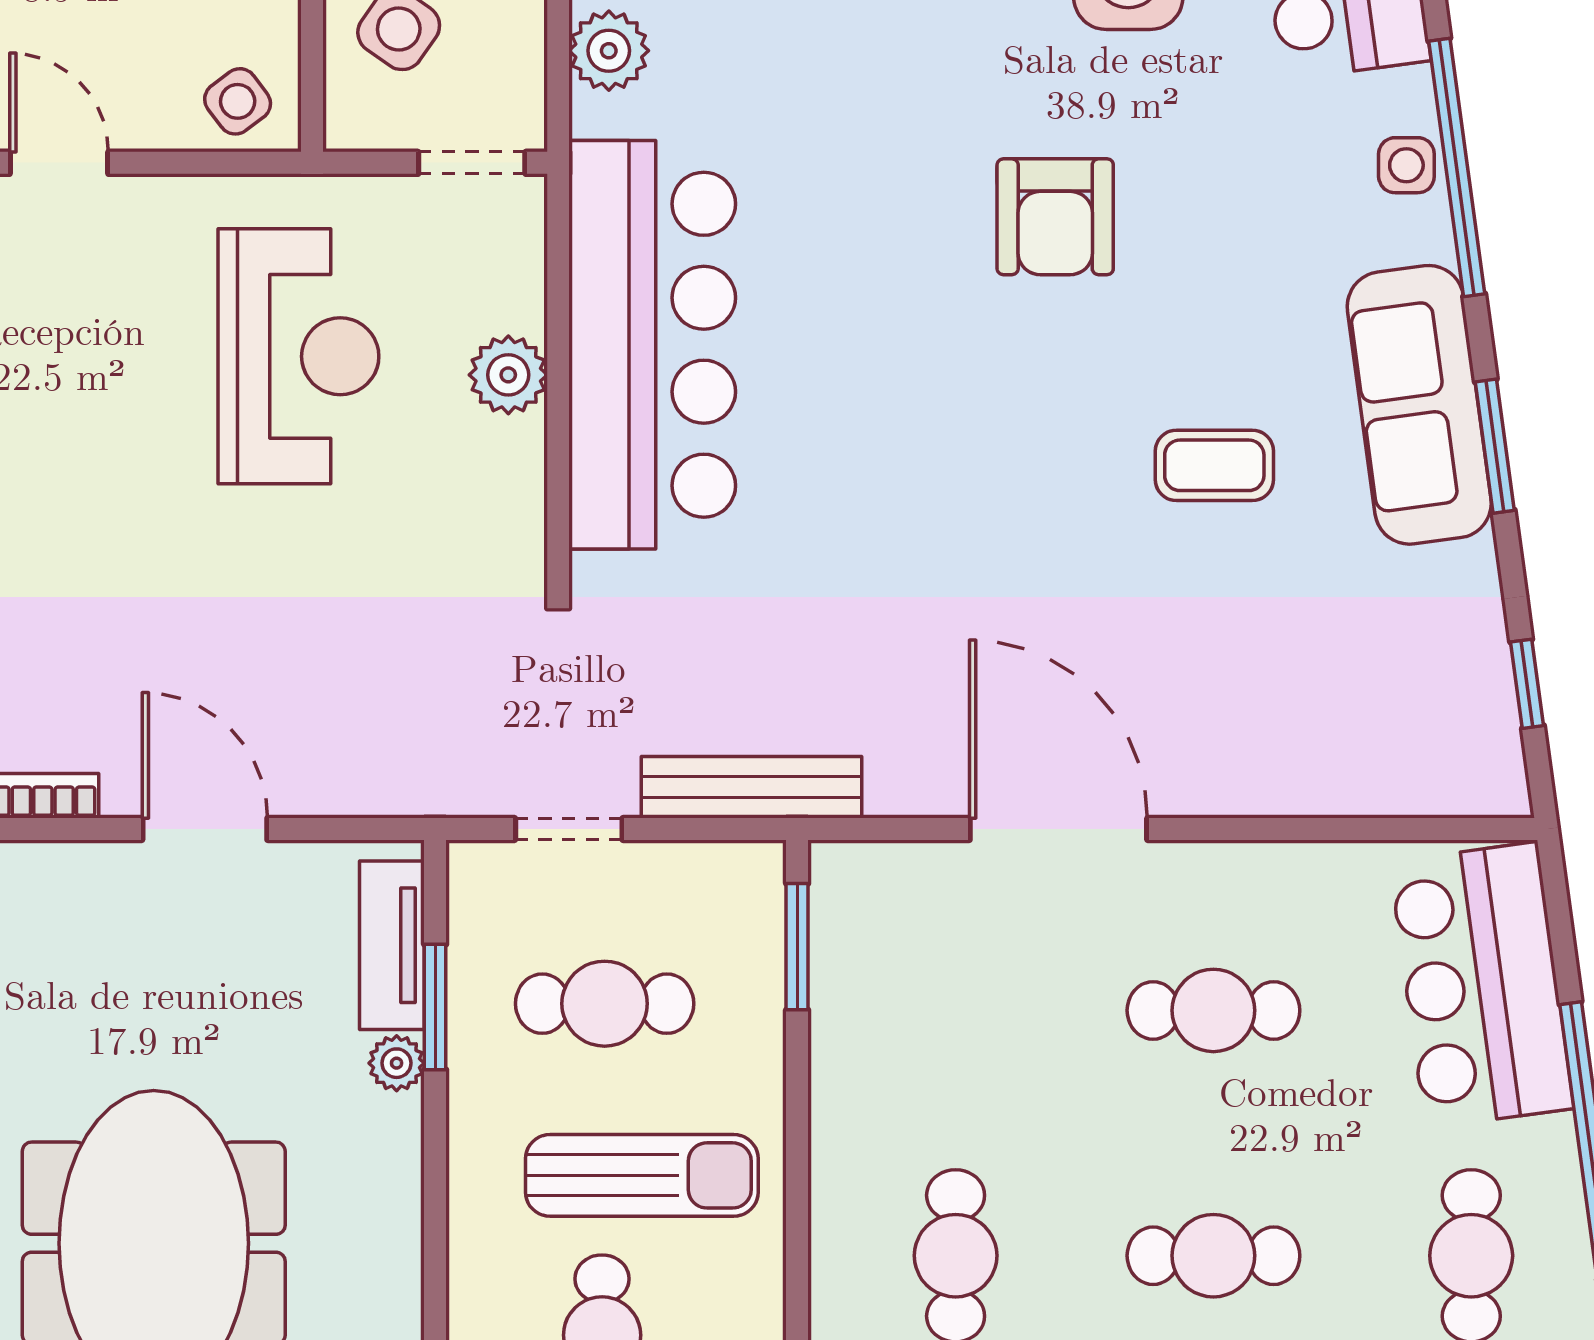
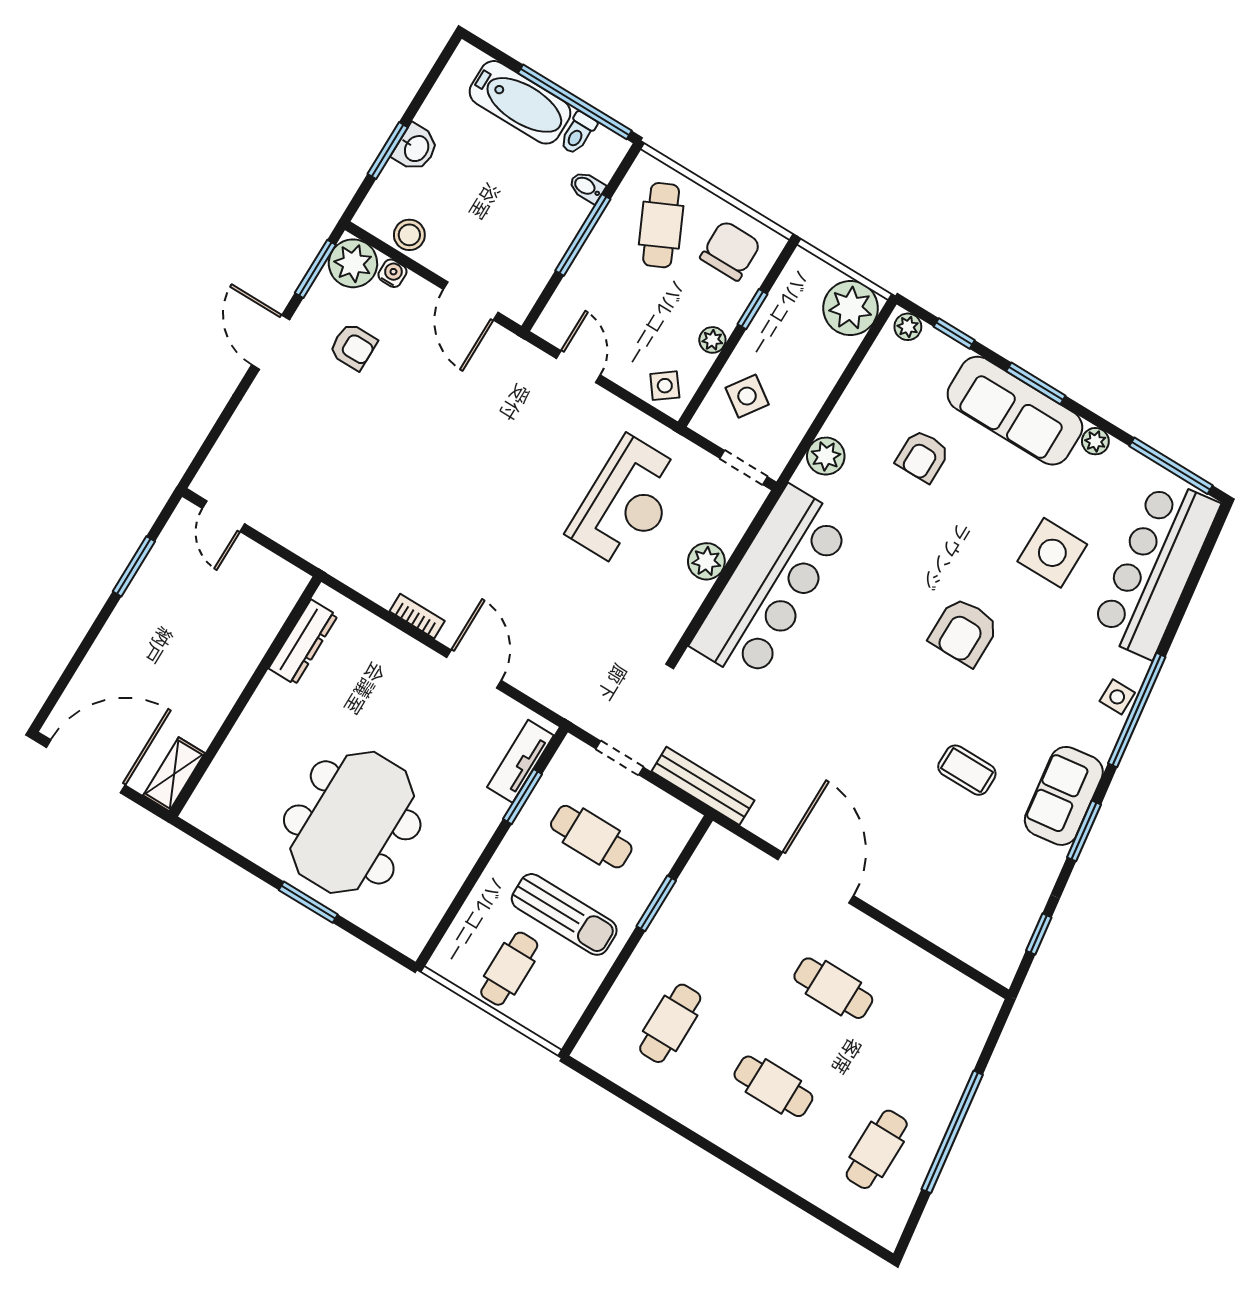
sofa: (1419, 405) -> (1064, 796), width x0.73
window: (797, 947) -> (656, 903), moved
bar counter: (1482, 985) -> (947, 1043), removed
plant: (397, 1063) -> (493, 810), removed

